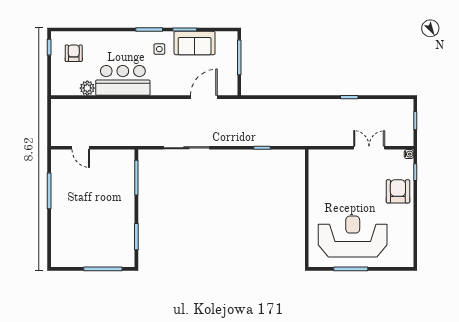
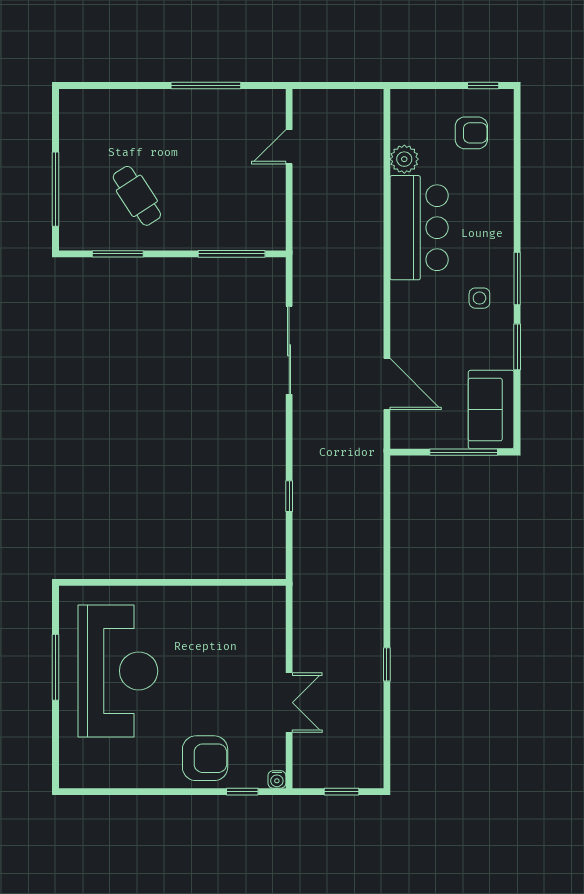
sofa: (195, 43) -> (491, 410), moved
cafe table: (106, 227) -> (137, 196), added

